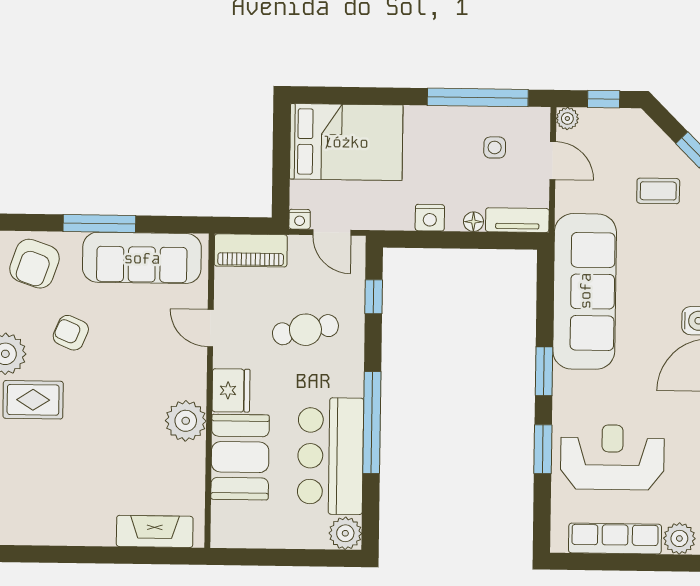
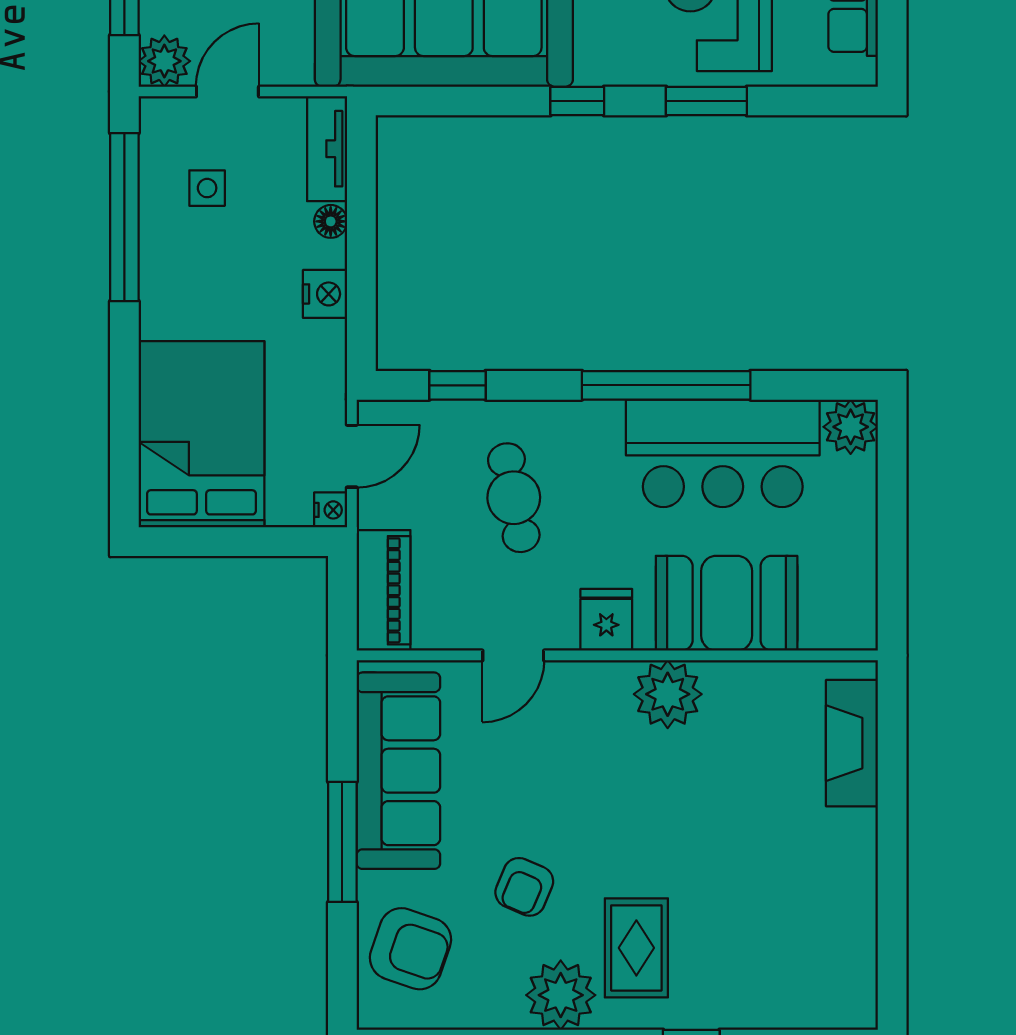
plant: (567, 119) -> (164, 61), width x1.38, depth x1.38
window: (544, 371) -> (577, 101), width x0.67
fridge: (231, 390) -> (606, 620), width x0.72

